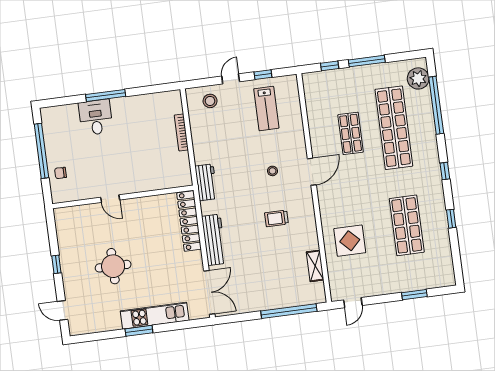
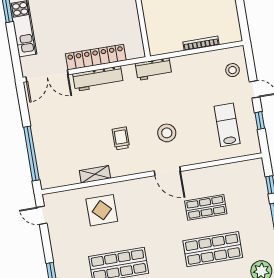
lab bench: (266, 108) -> (227, 125), turned 90
shop shelf: (394, 128) -> (213, 249), width x0.71
stool: (272, 171) -> (167, 133), width x1.89, depth x1.89
locker: (189, 221) -> (96, 57), moved
shelving: (315, 266) -> (95, 174), moved

